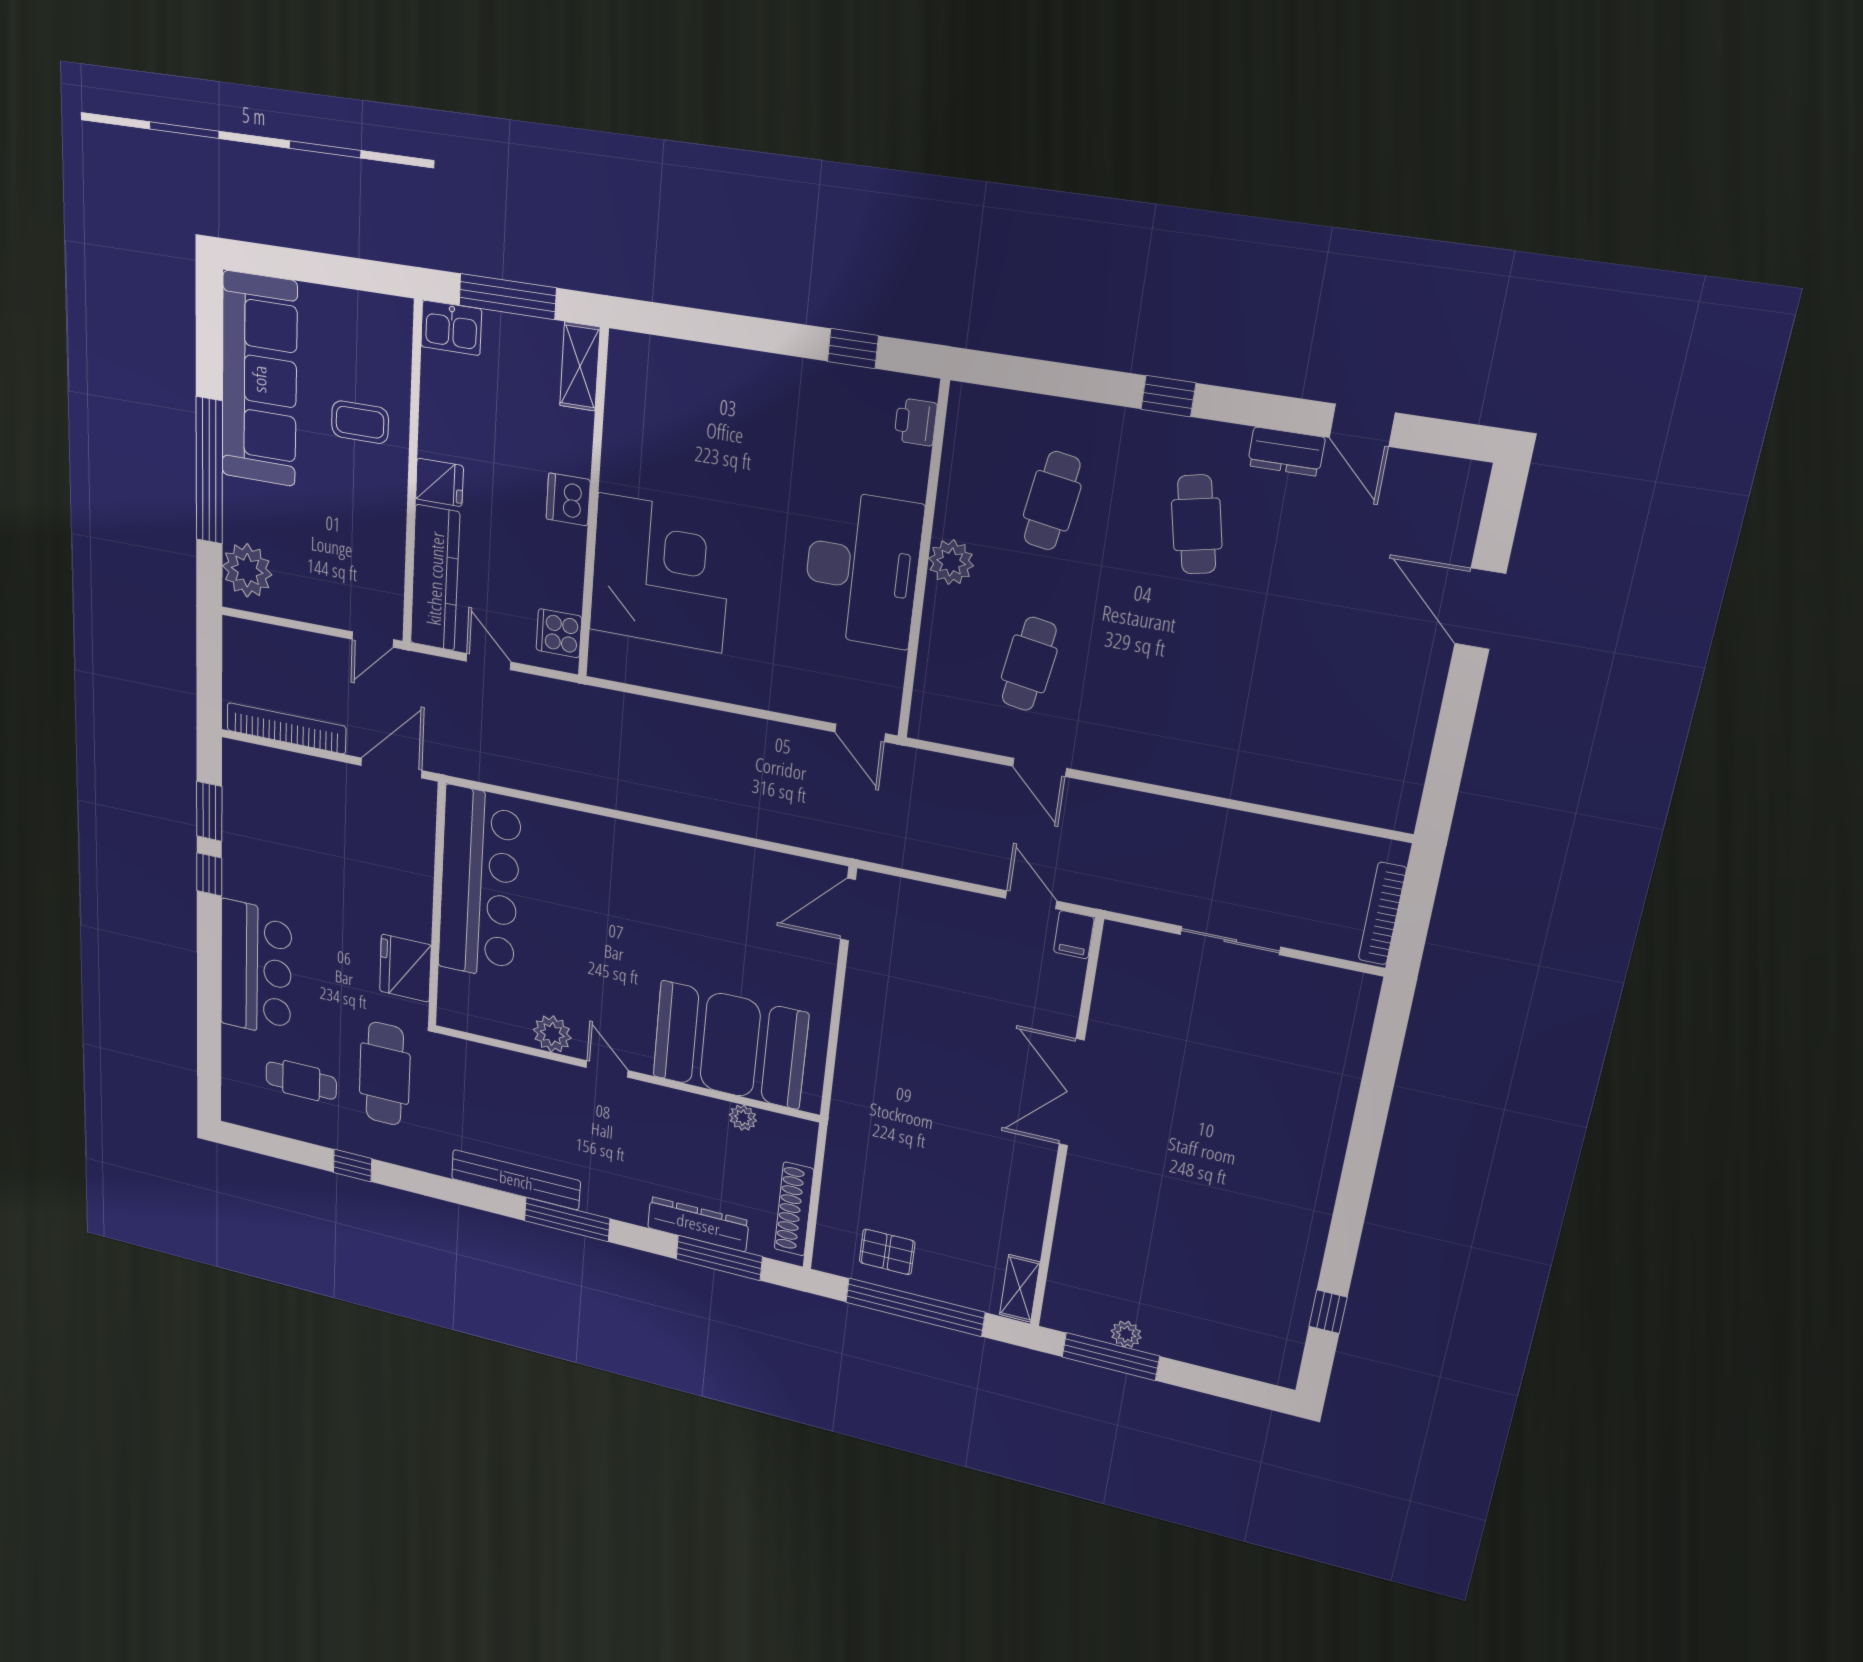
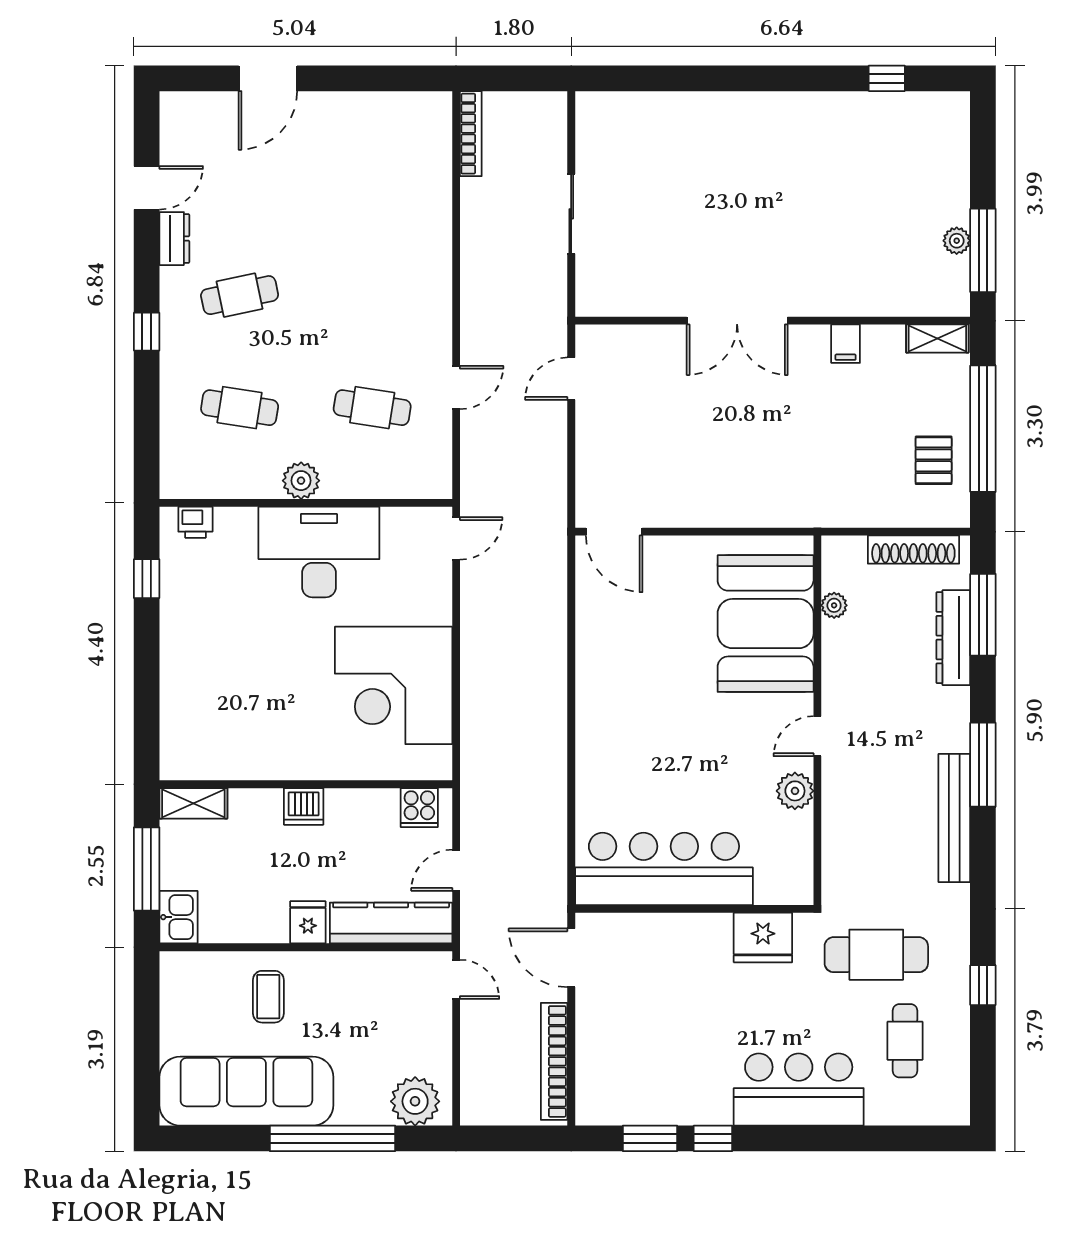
corner desk: (660, 573) -> (394, 685), moved, turned -90
bookcase: (1382, 914) -> (471, 134), moved, turned -90
filing cabinet: (1074, 935) -> (846, 344), moved, turned 90

